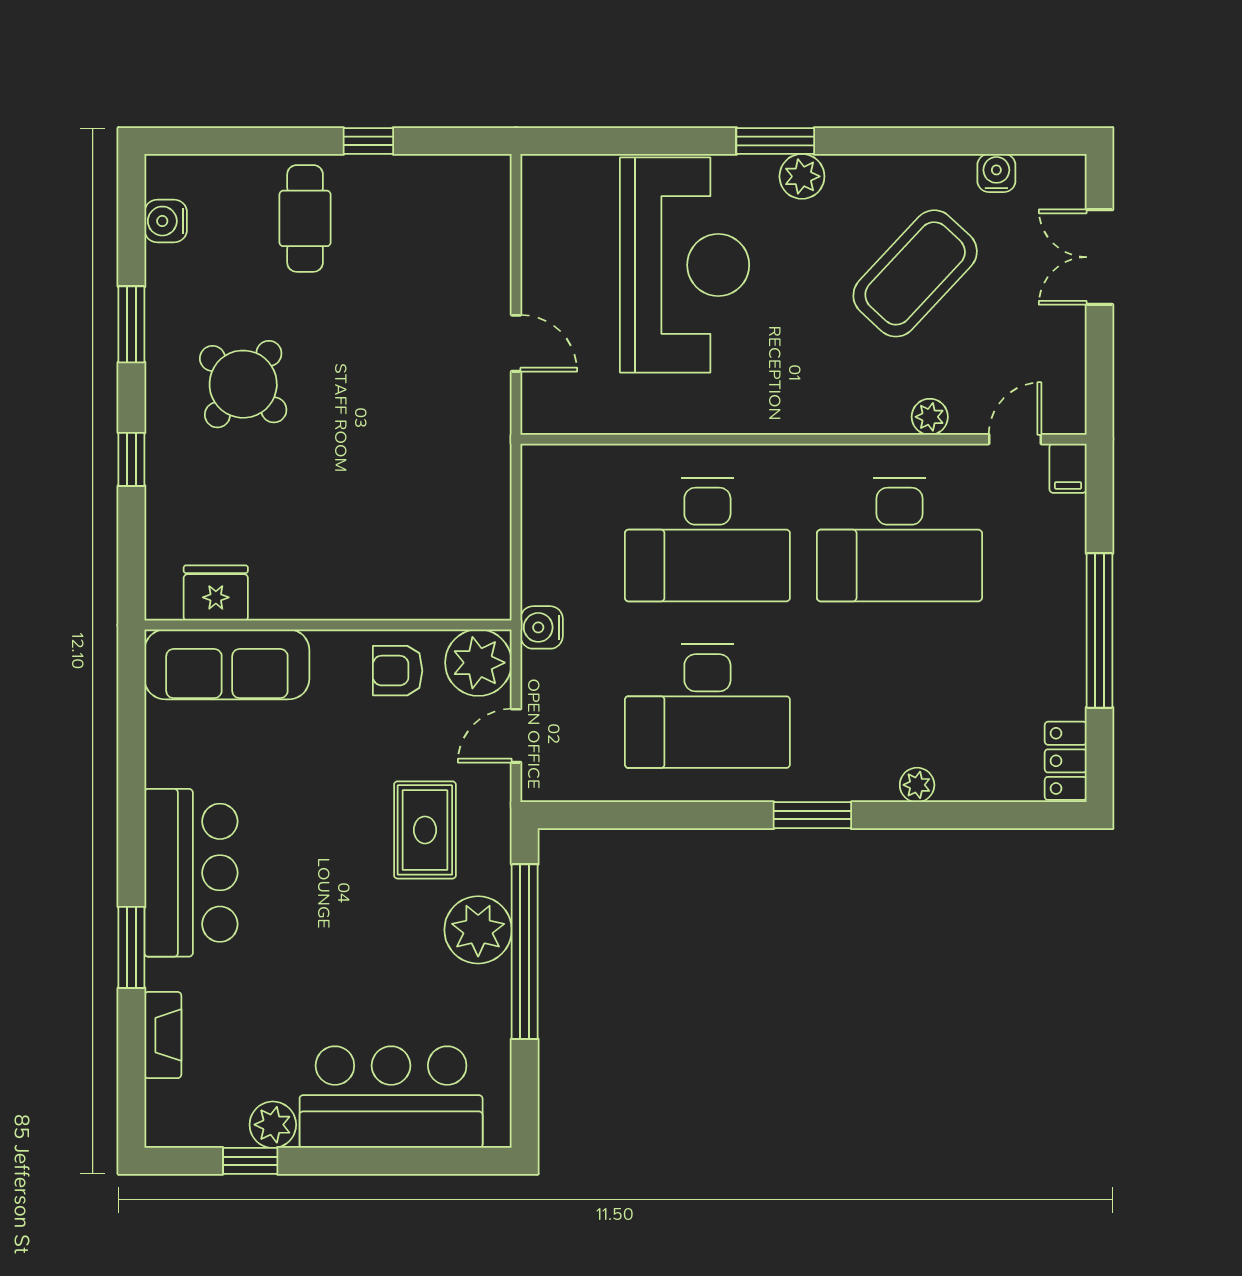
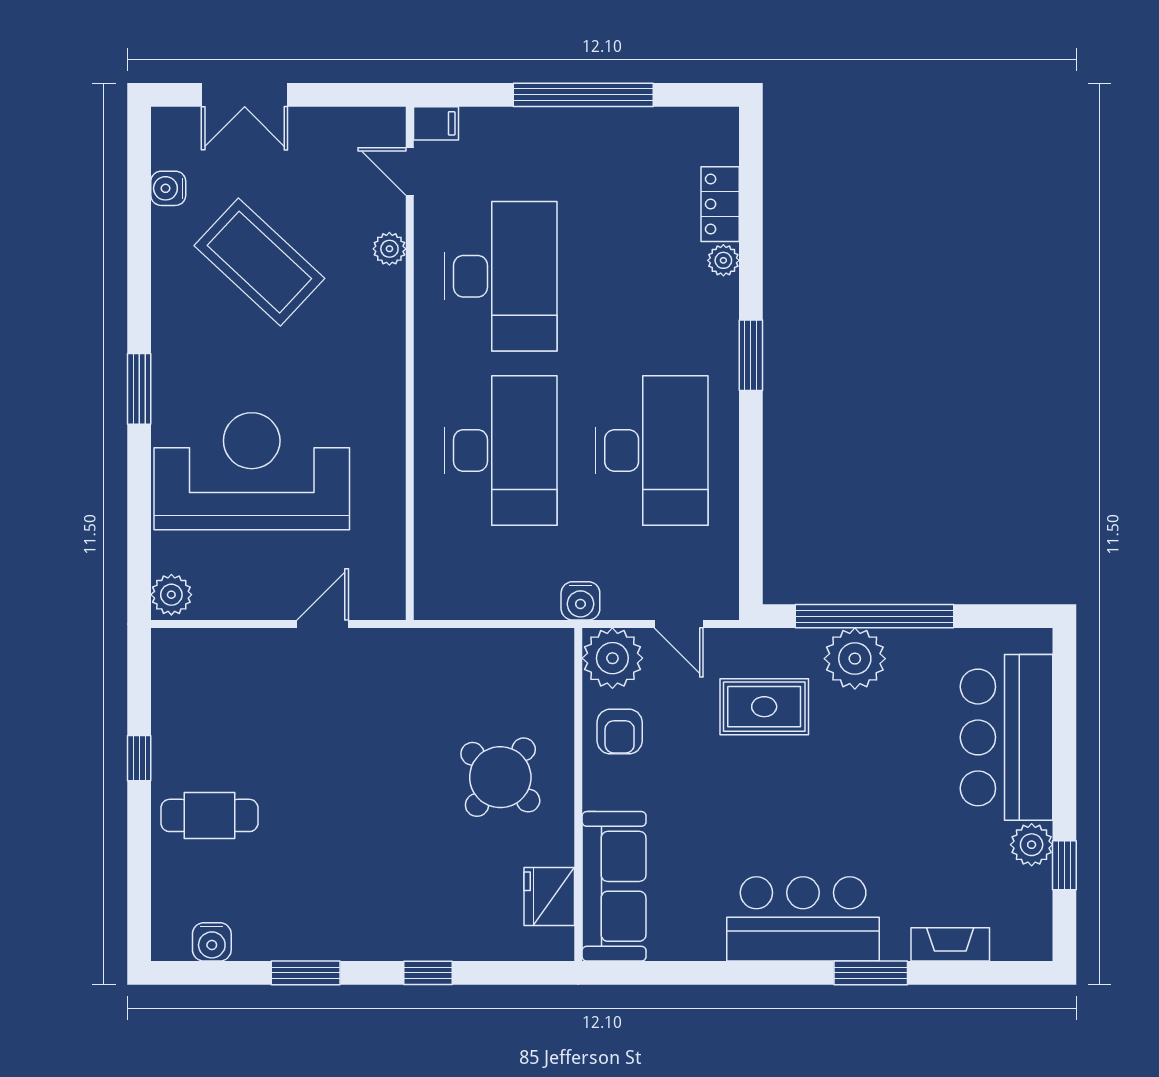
plant: (802, 176) -> (171, 595), moved
round table: (243, 384) -> (500, 777), moved
locker: (1066, 761) -> (720, 204), moved, turned 90

